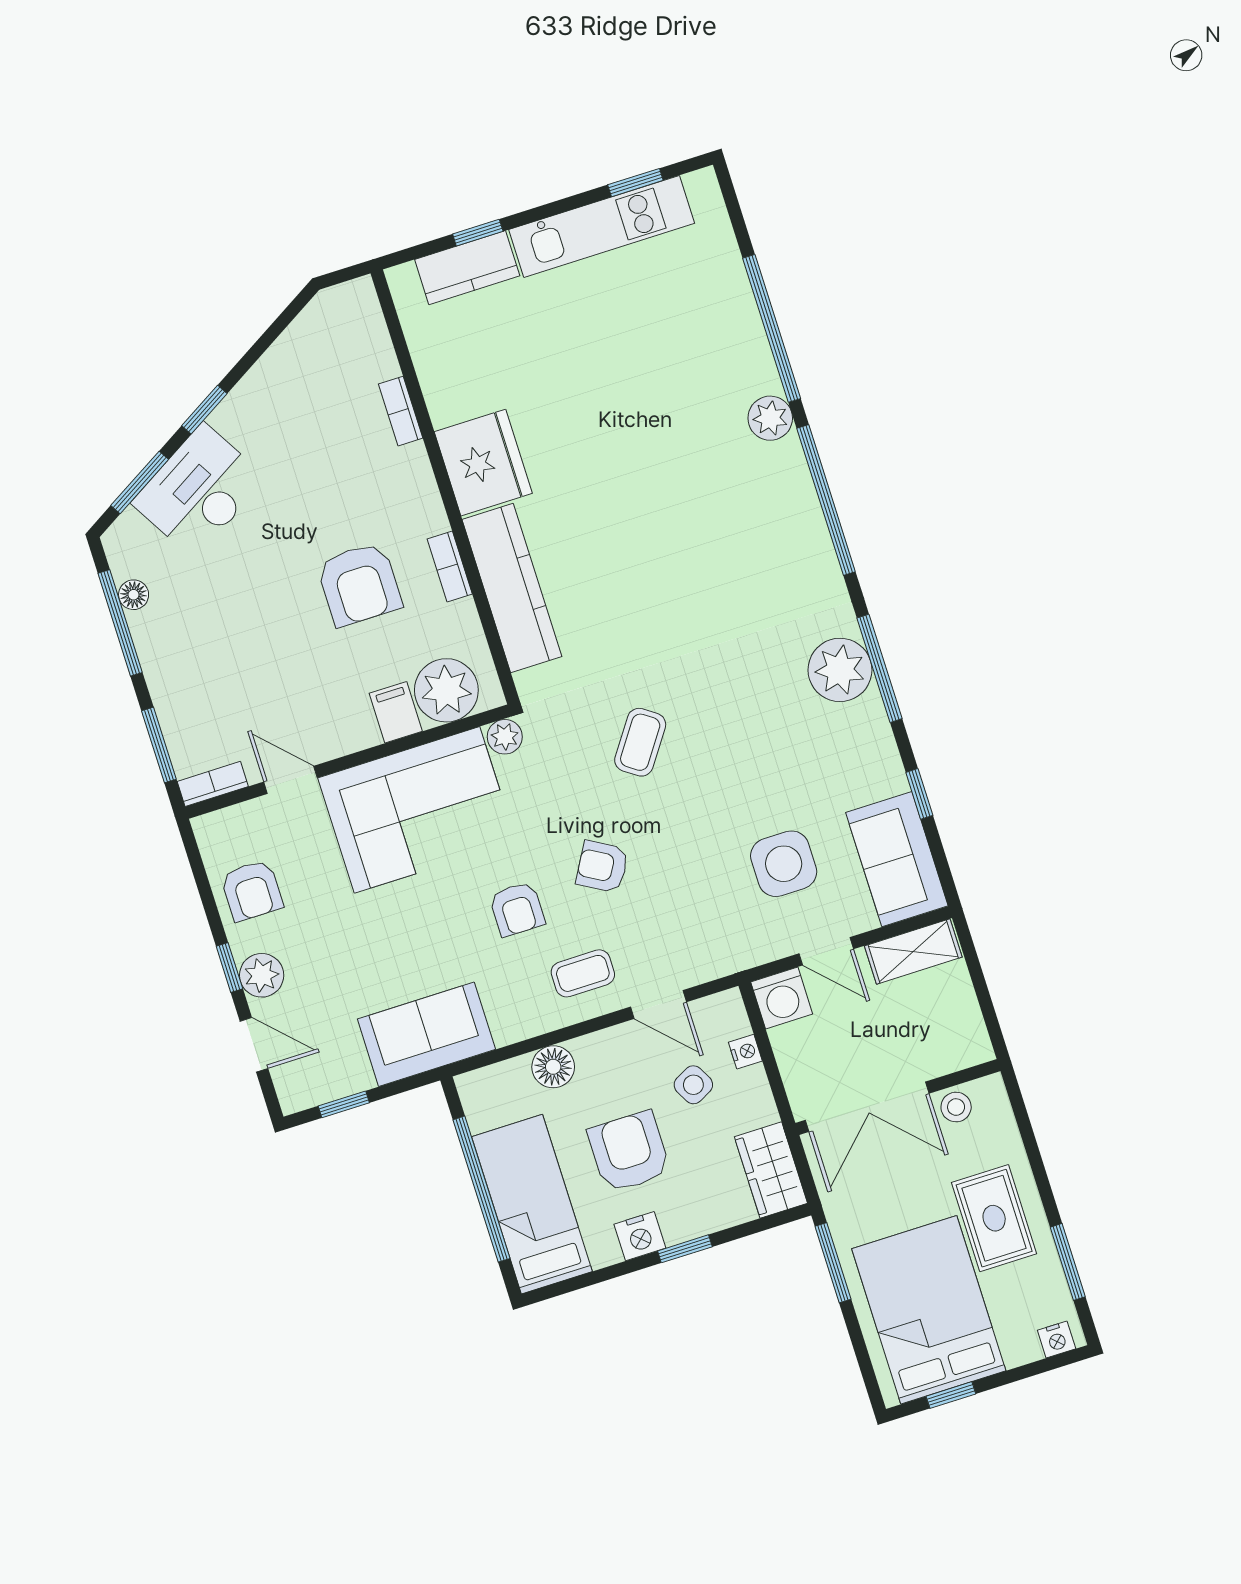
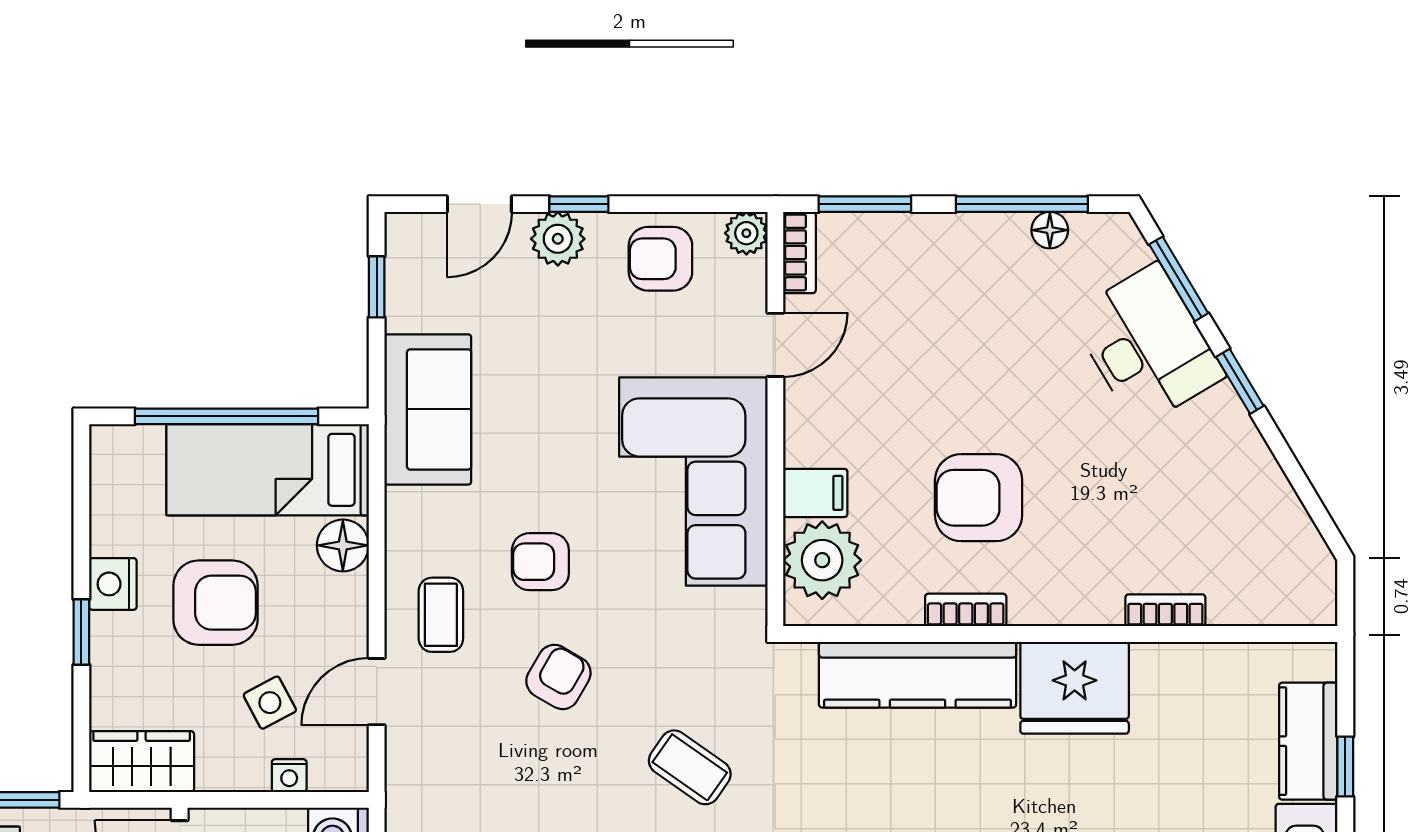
plant: (505, 737) -> (746, 233), moved
bed: (532, 1204) -> (268, 470), moved, turned 180

